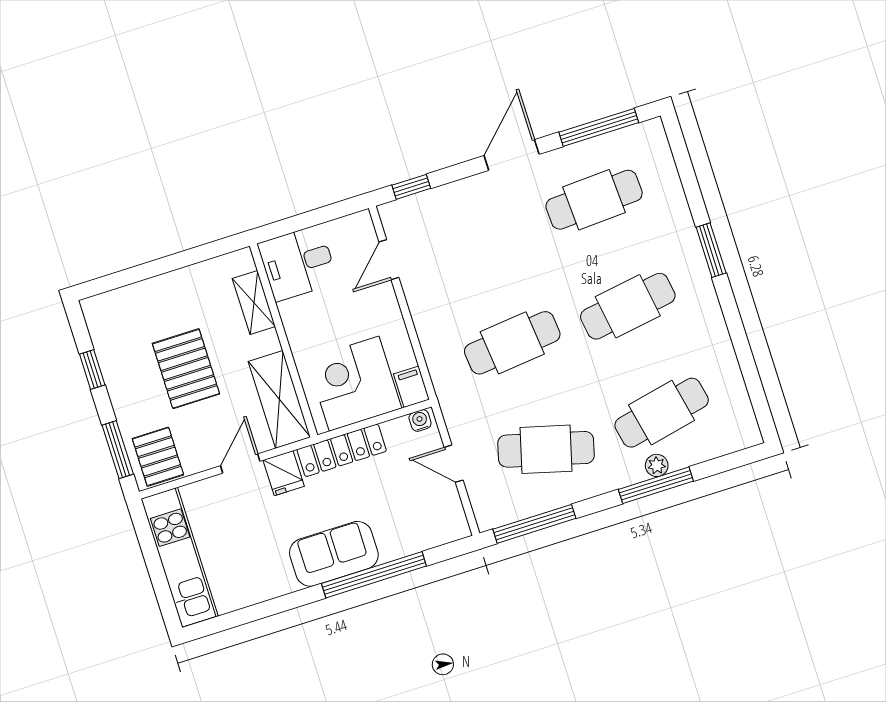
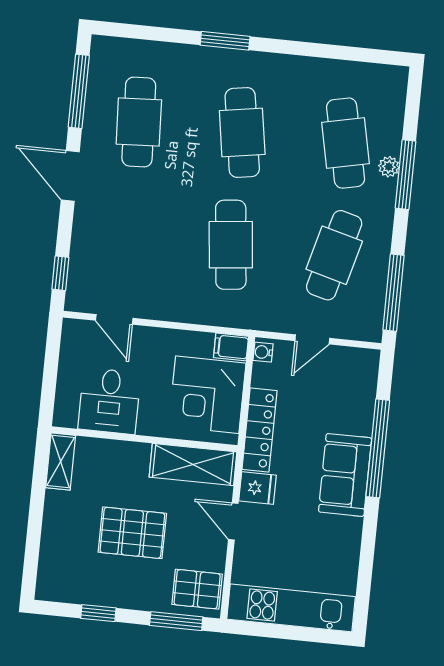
desk: (298, 263) -> (109, 401), moved
shelving: (254, 302) -> (61, 462), moved, turned 90

